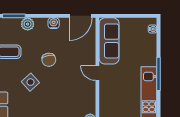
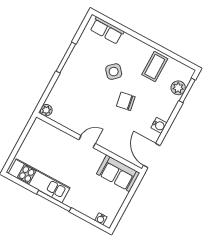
plant: (28, 24) -> (178, 88), moved
sofa: (109, 41) -> (118, 173), width x0.73

